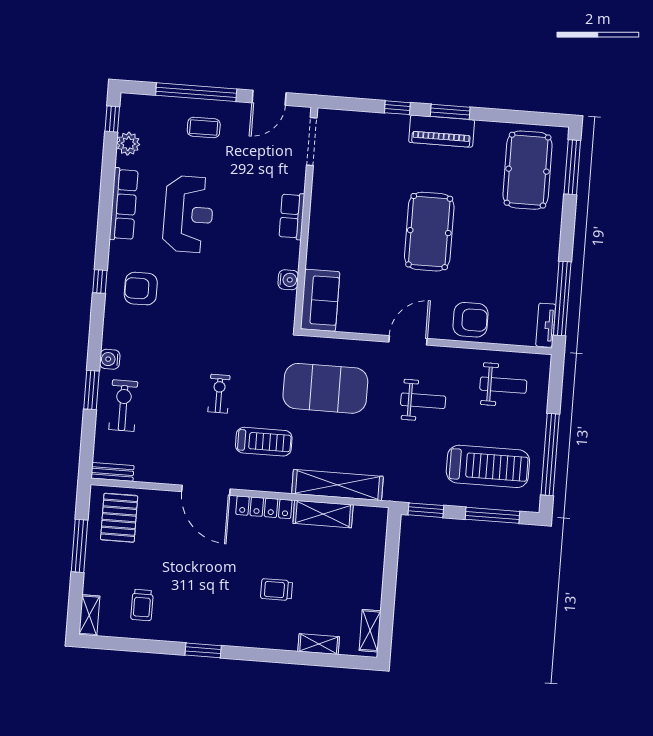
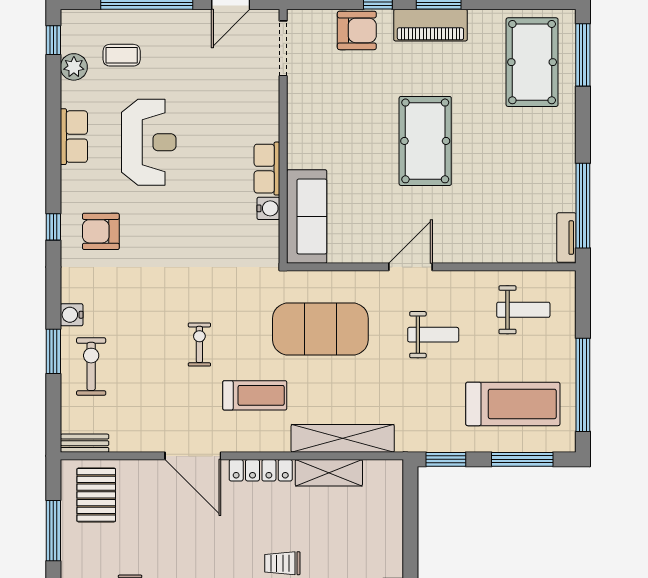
coffee table: (204, 128) -> (122, 55), moved
row of seats: (124, 204) -> (74, 137), width x0.68
row of seats: (292, 216) -> (267, 169), moved
sofa: (320, 300) -> (307, 217), width x1.36
armchair: (470, 320) -> (357, 30), moved

